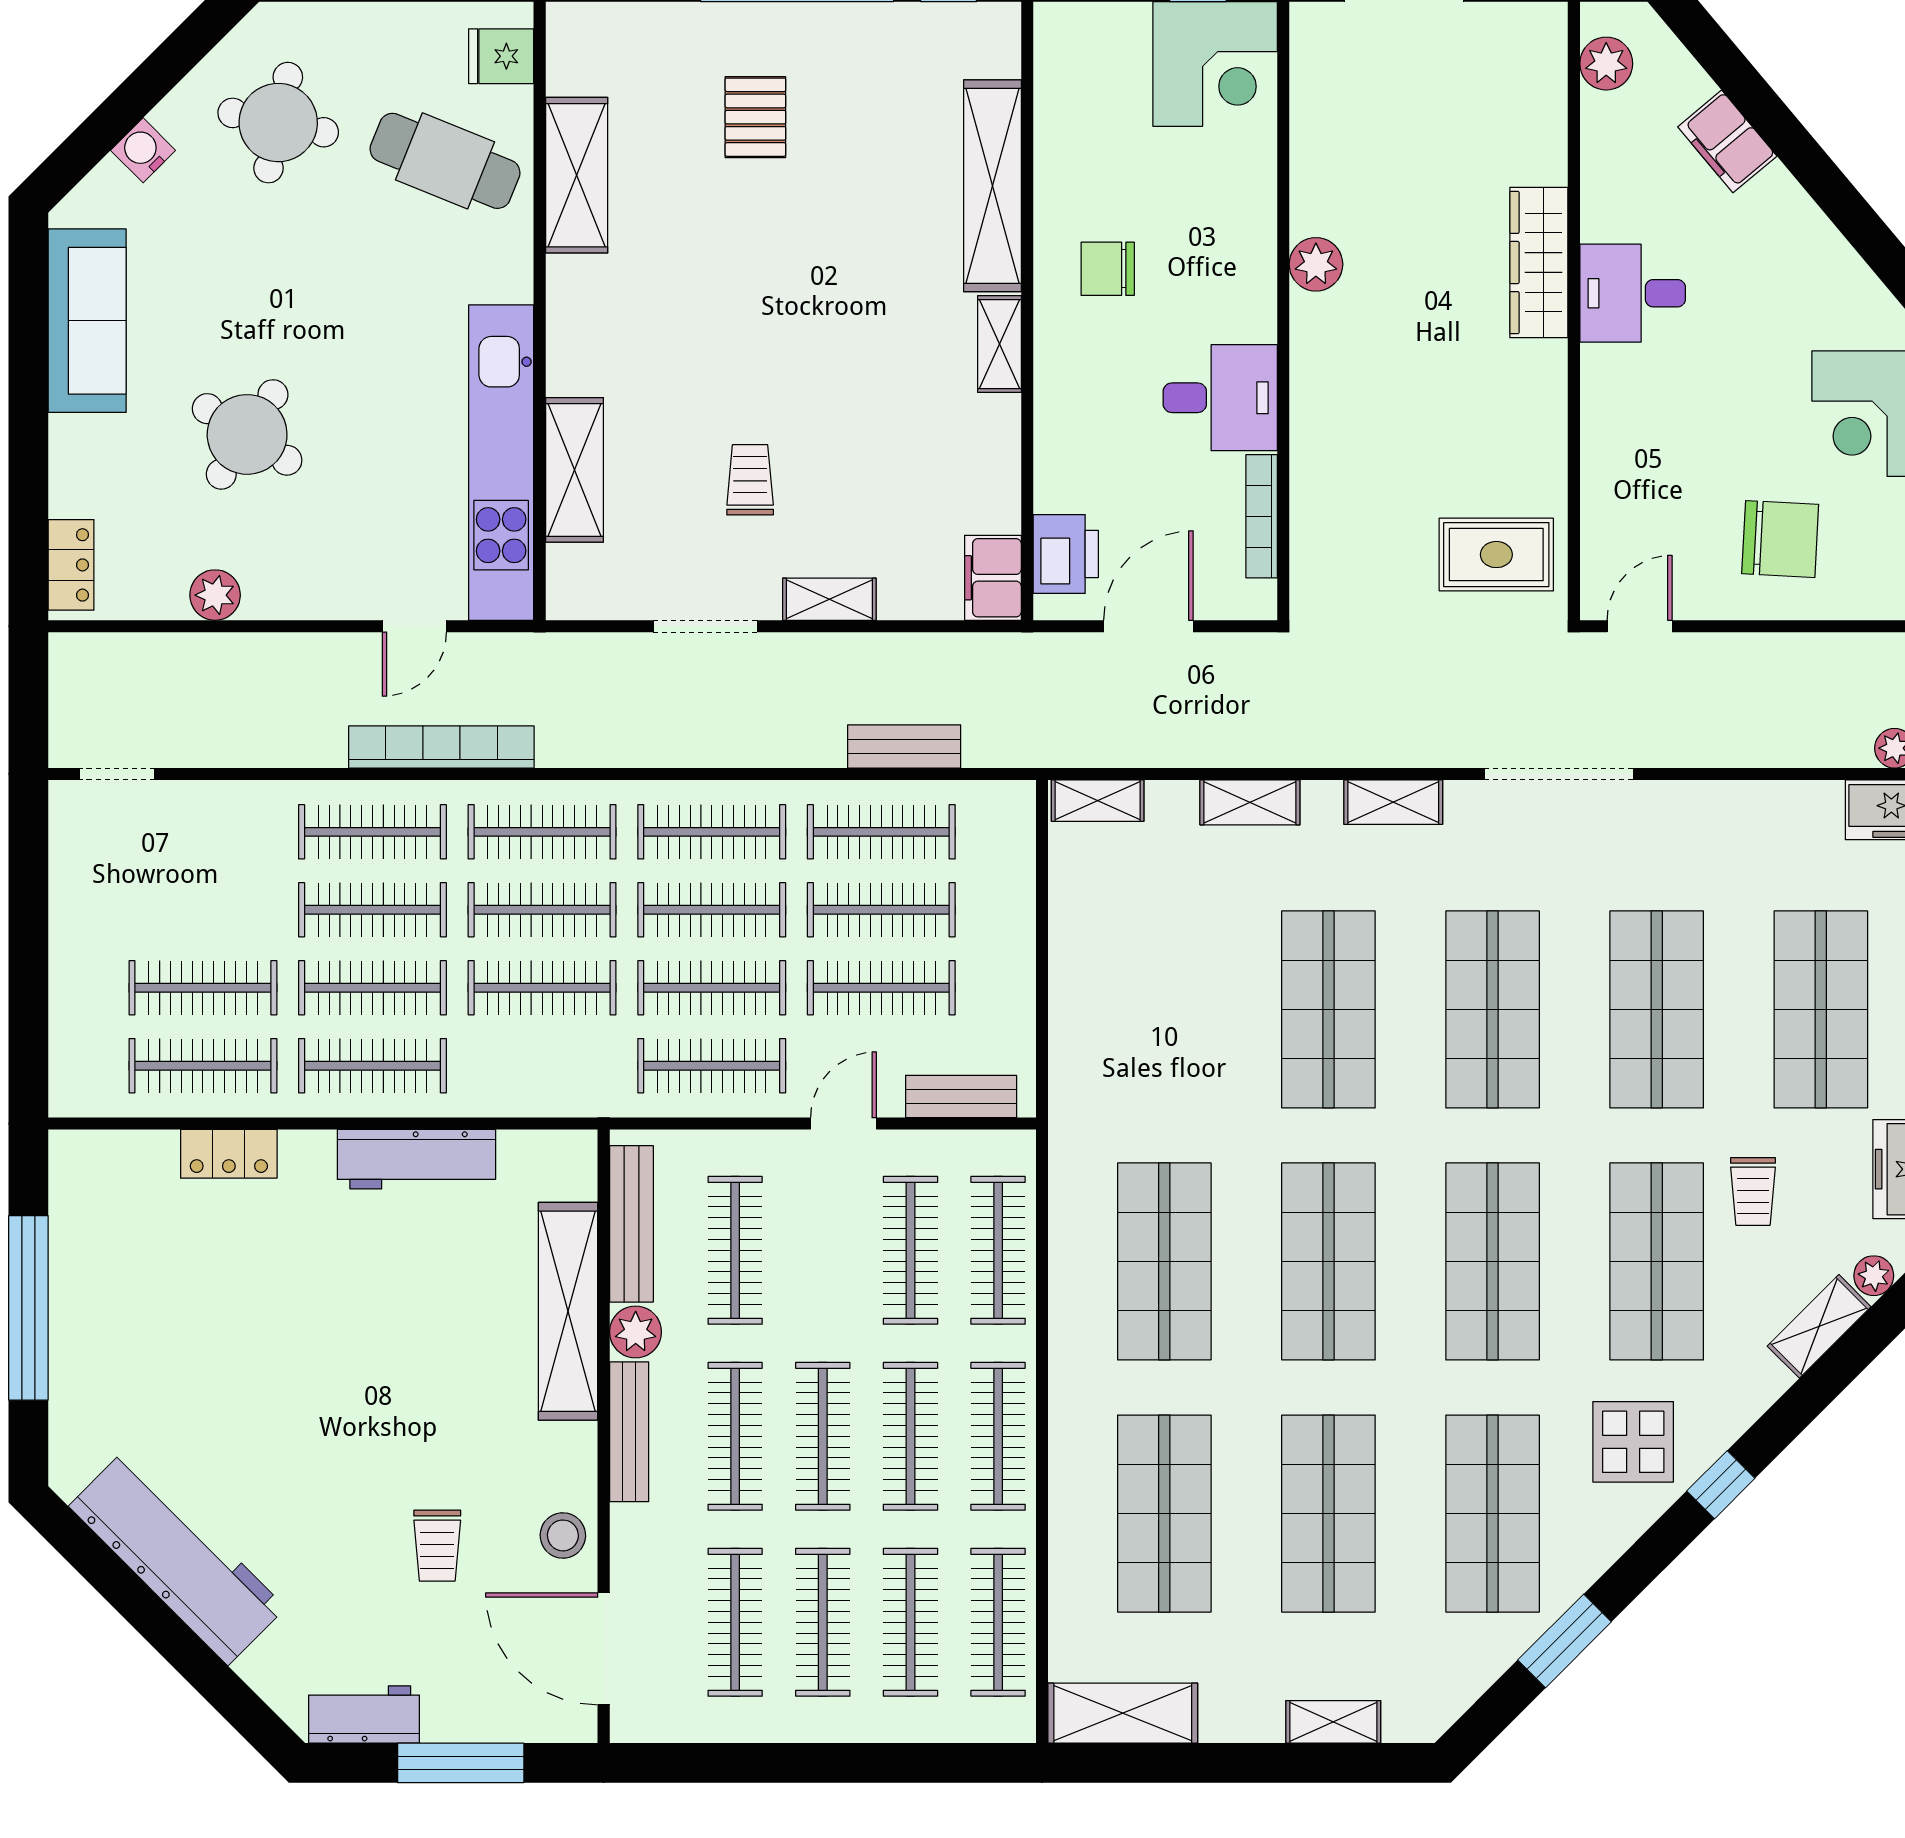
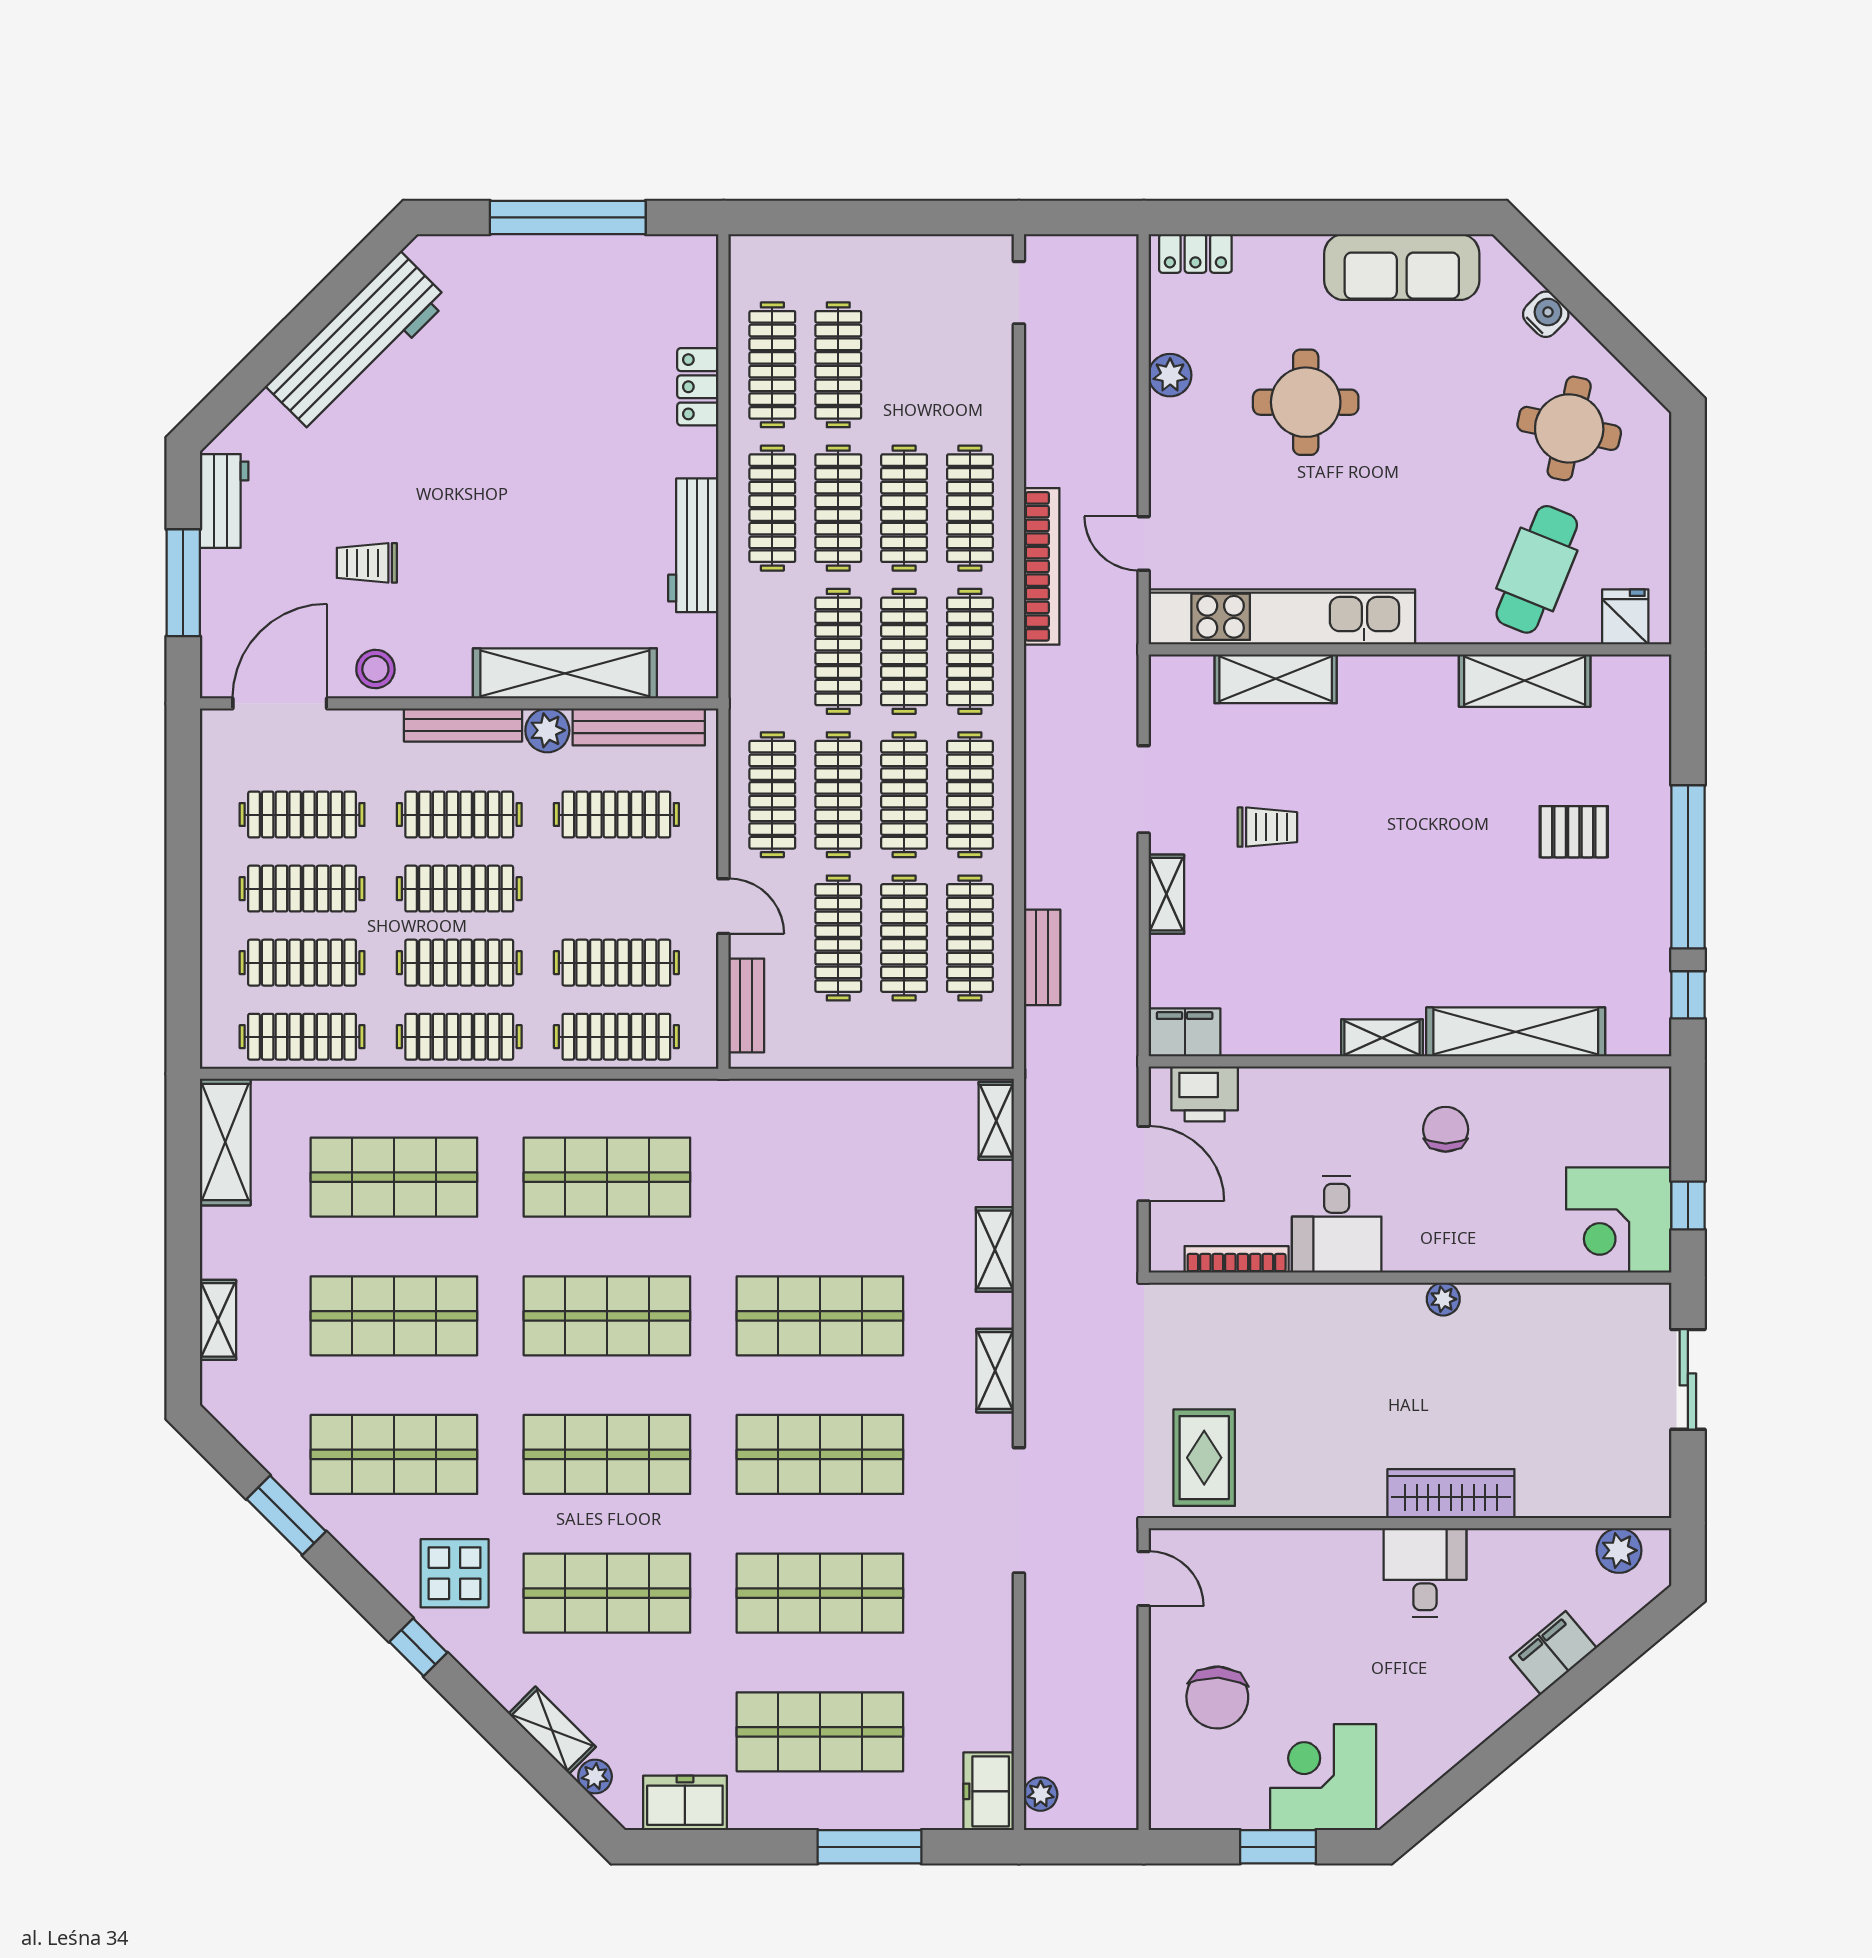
plant: (1316, 264) -> (1443, 1299), width x0.73, depth x0.73
round table: (247, 434) -> (1306, 402), turned -33
trolley: (1753, 1192) -> (666, 1675), removed

